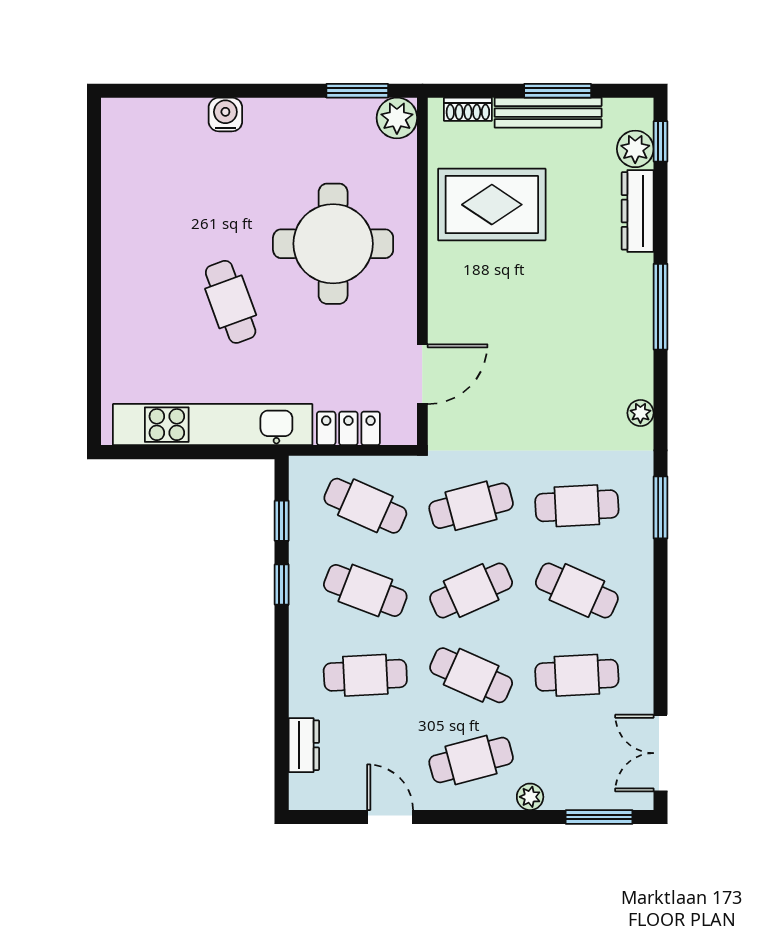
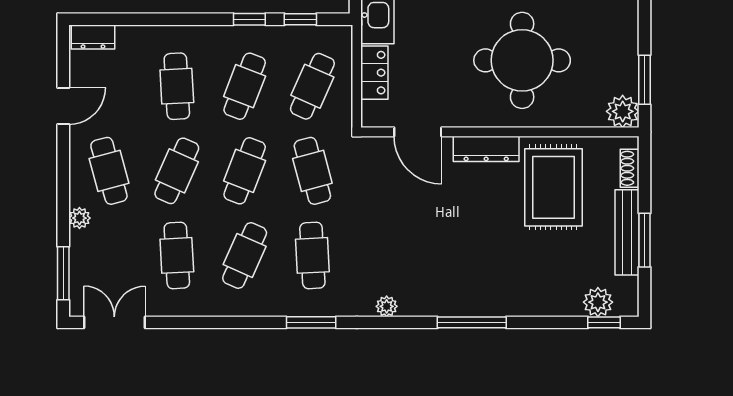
dresser: (638, 211) -> (486, 149), moved, turned 180
cafe table: (471, 590) -> (245, 171), turned 45
dresser: (304, 745) -> (93, 37), moved

